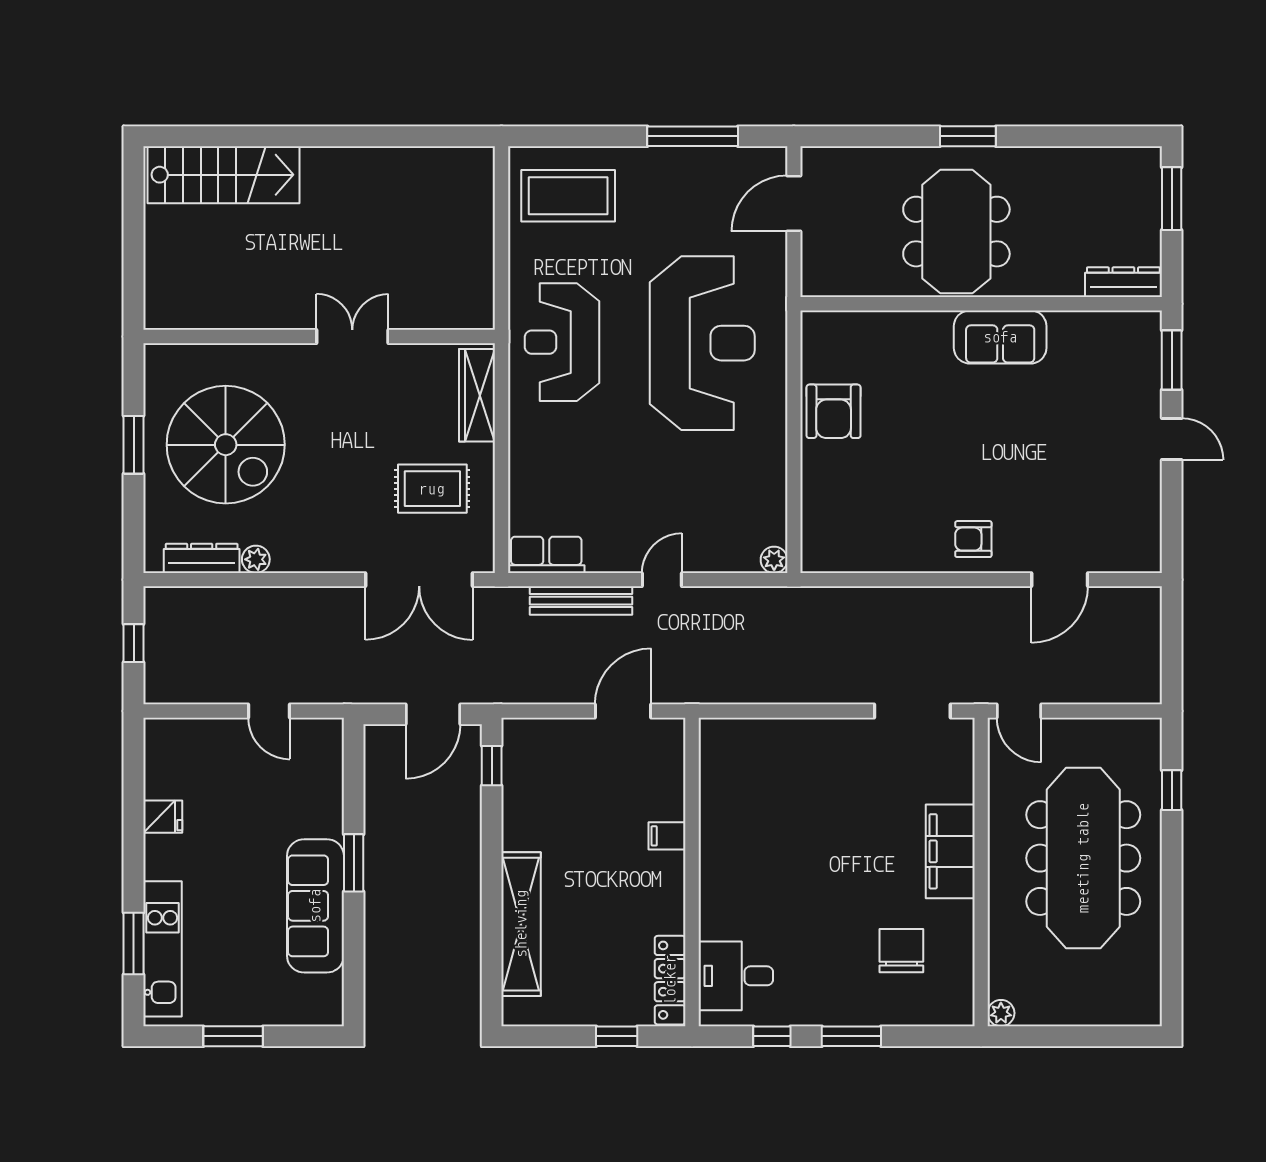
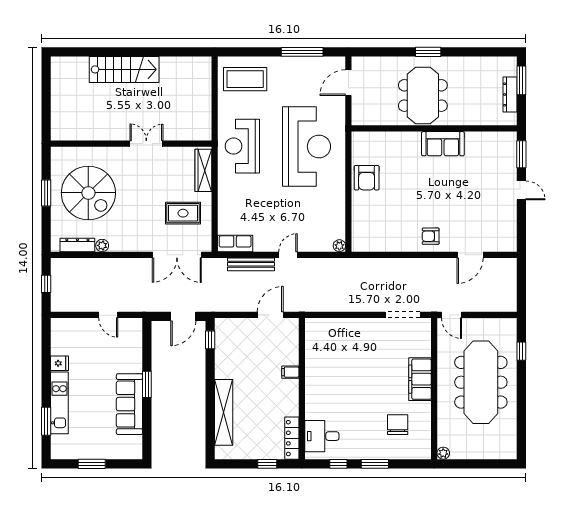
stairs: (223, 175) -> (124, 69), moved
dresser: (1123, 282) -> (510, 95), moved, turned -90
kitchen unit: (163, 949) -> (59, 403), moved

